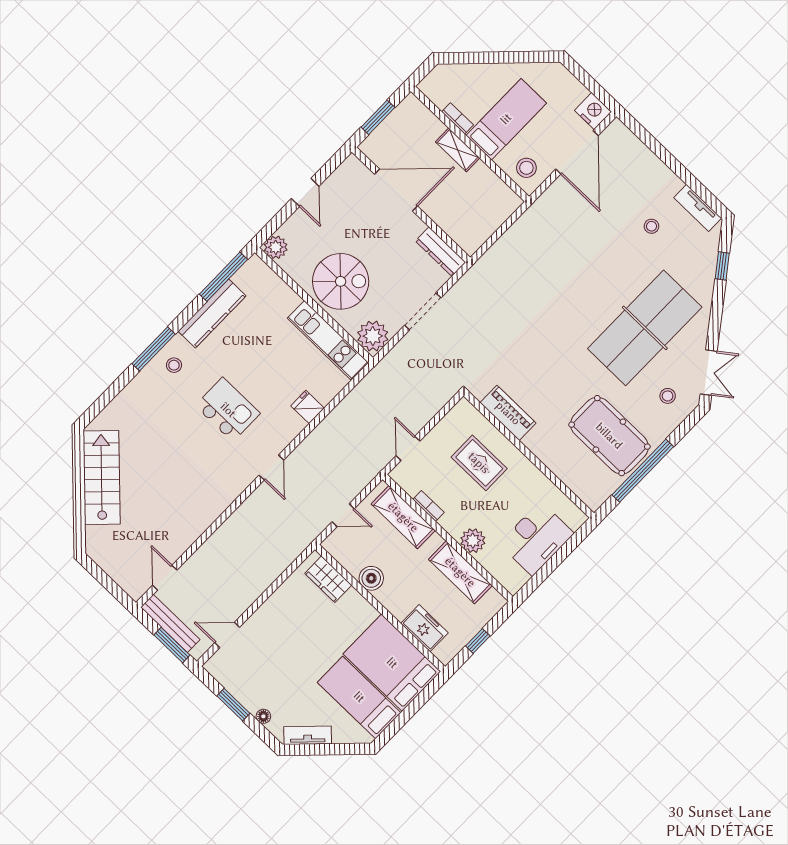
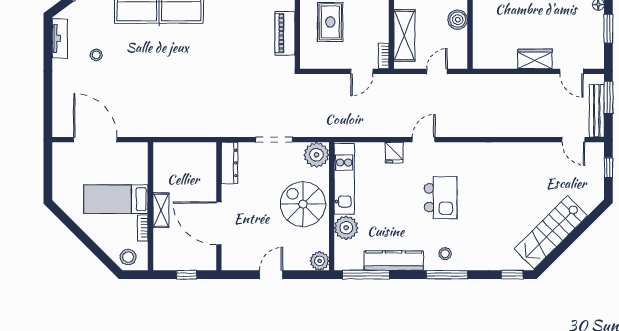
nightstand: (593, 111) -> (62, 154), removed
window: (378, 117) -> (187, 275), width x0.67
door: (577, 152) -> (95, 140), hinge flipped
stool: (526, 168) -> (128, 257), moved
plant: (282, 300) -> (346, 228), added
window: (97, 407) -> (512, 275), added
kitchen island: (228, 410) -> (441, 198), turned 180
door: (271, 468) -> (424, 140), moved
bookcase: (428, 506) -> (384, 56), moved
door: (343, 515) -> (437, 71), hinge flipped
door: (165, 578) -> (573, 140), hinge flipped
wardrobe: (328, 579) -> (535, 59), moved, turned -90
window: (110, 585) -> (608, 168), added

